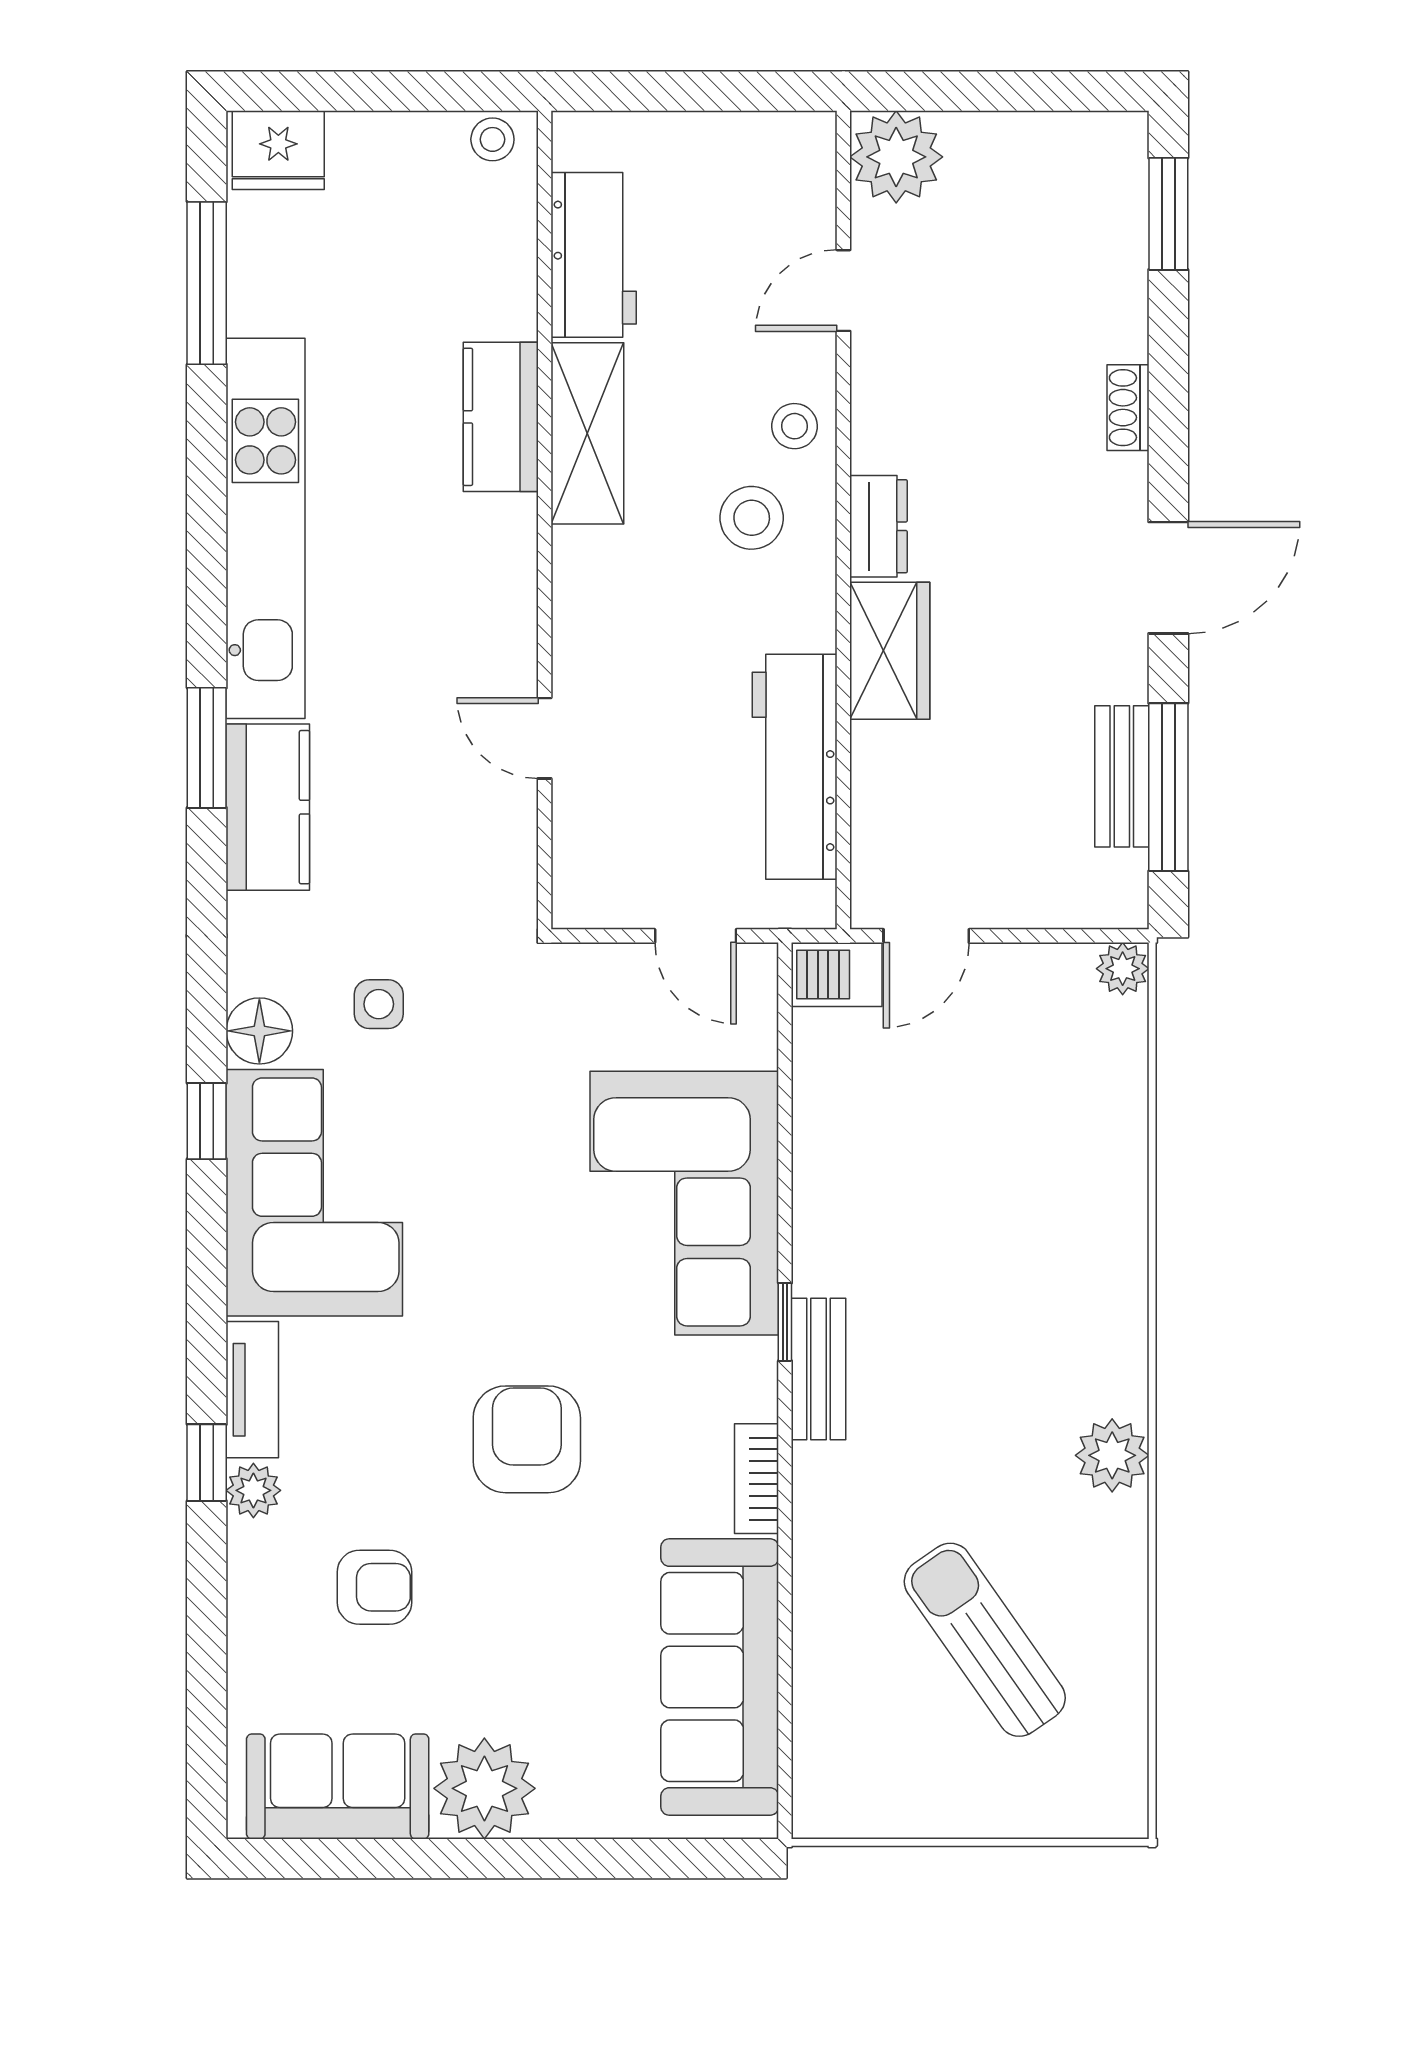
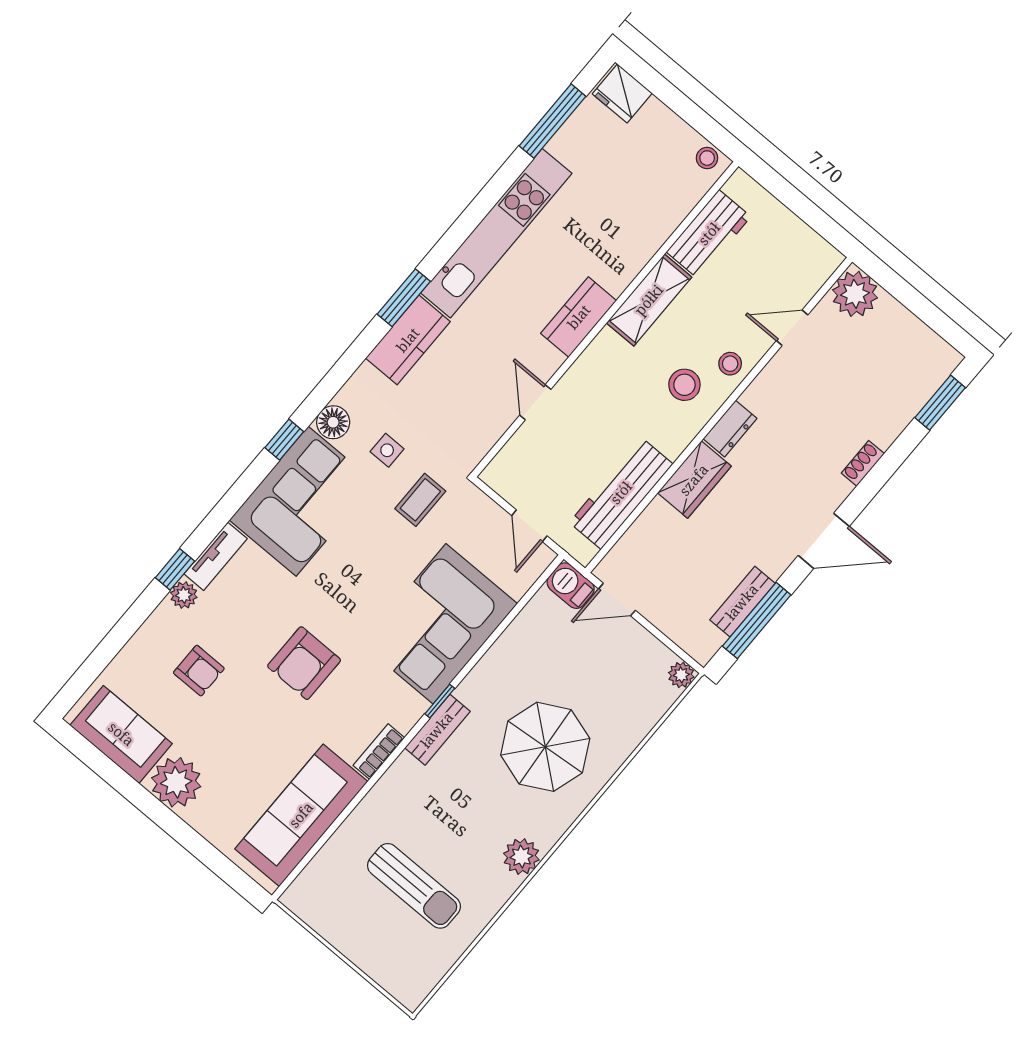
kitchen counter: (501, 417) -> (579, 317), moved
coffee table: (494, 1037) -> (420, 500), added
parasol: (1007, 1256) -> (545, 747), added
armchair: (527, 1439) -> (304, 663), turned 180
sun lounger: (985, 1640) -> (414, 886), turned 125

